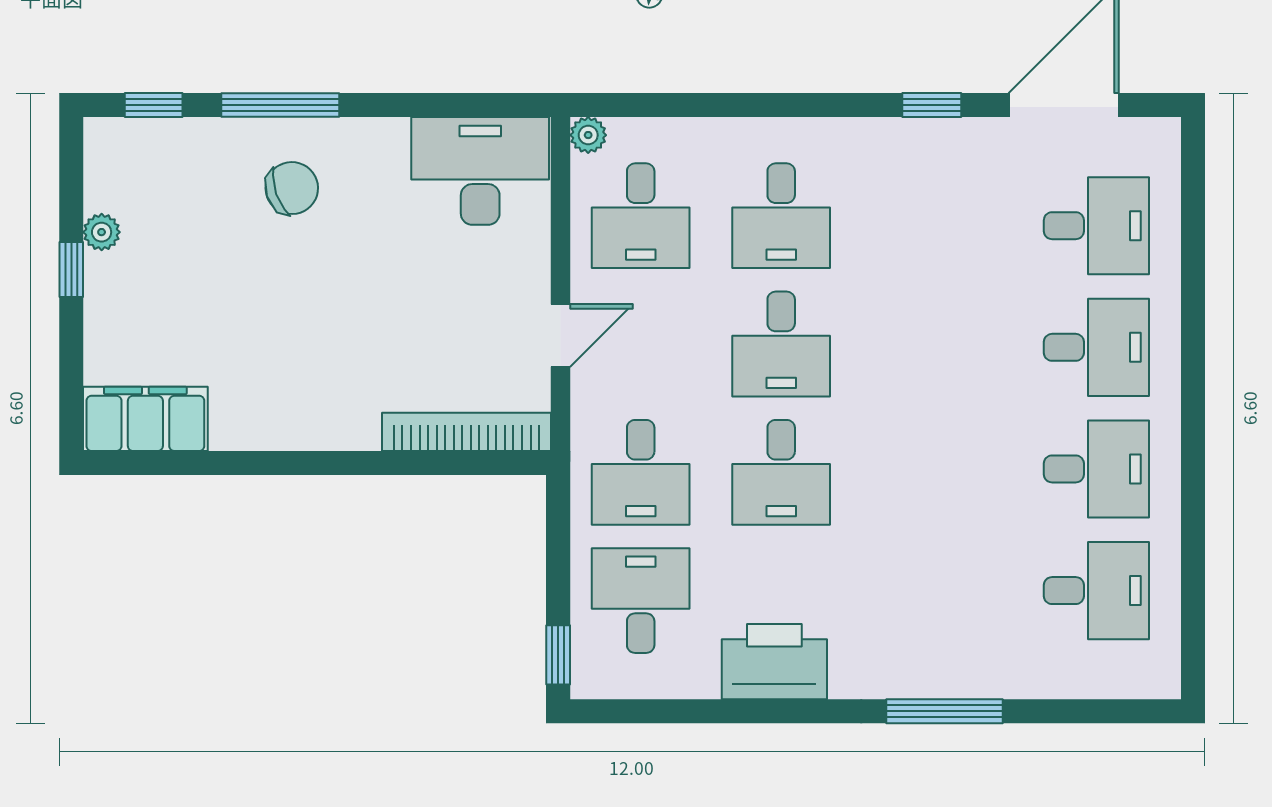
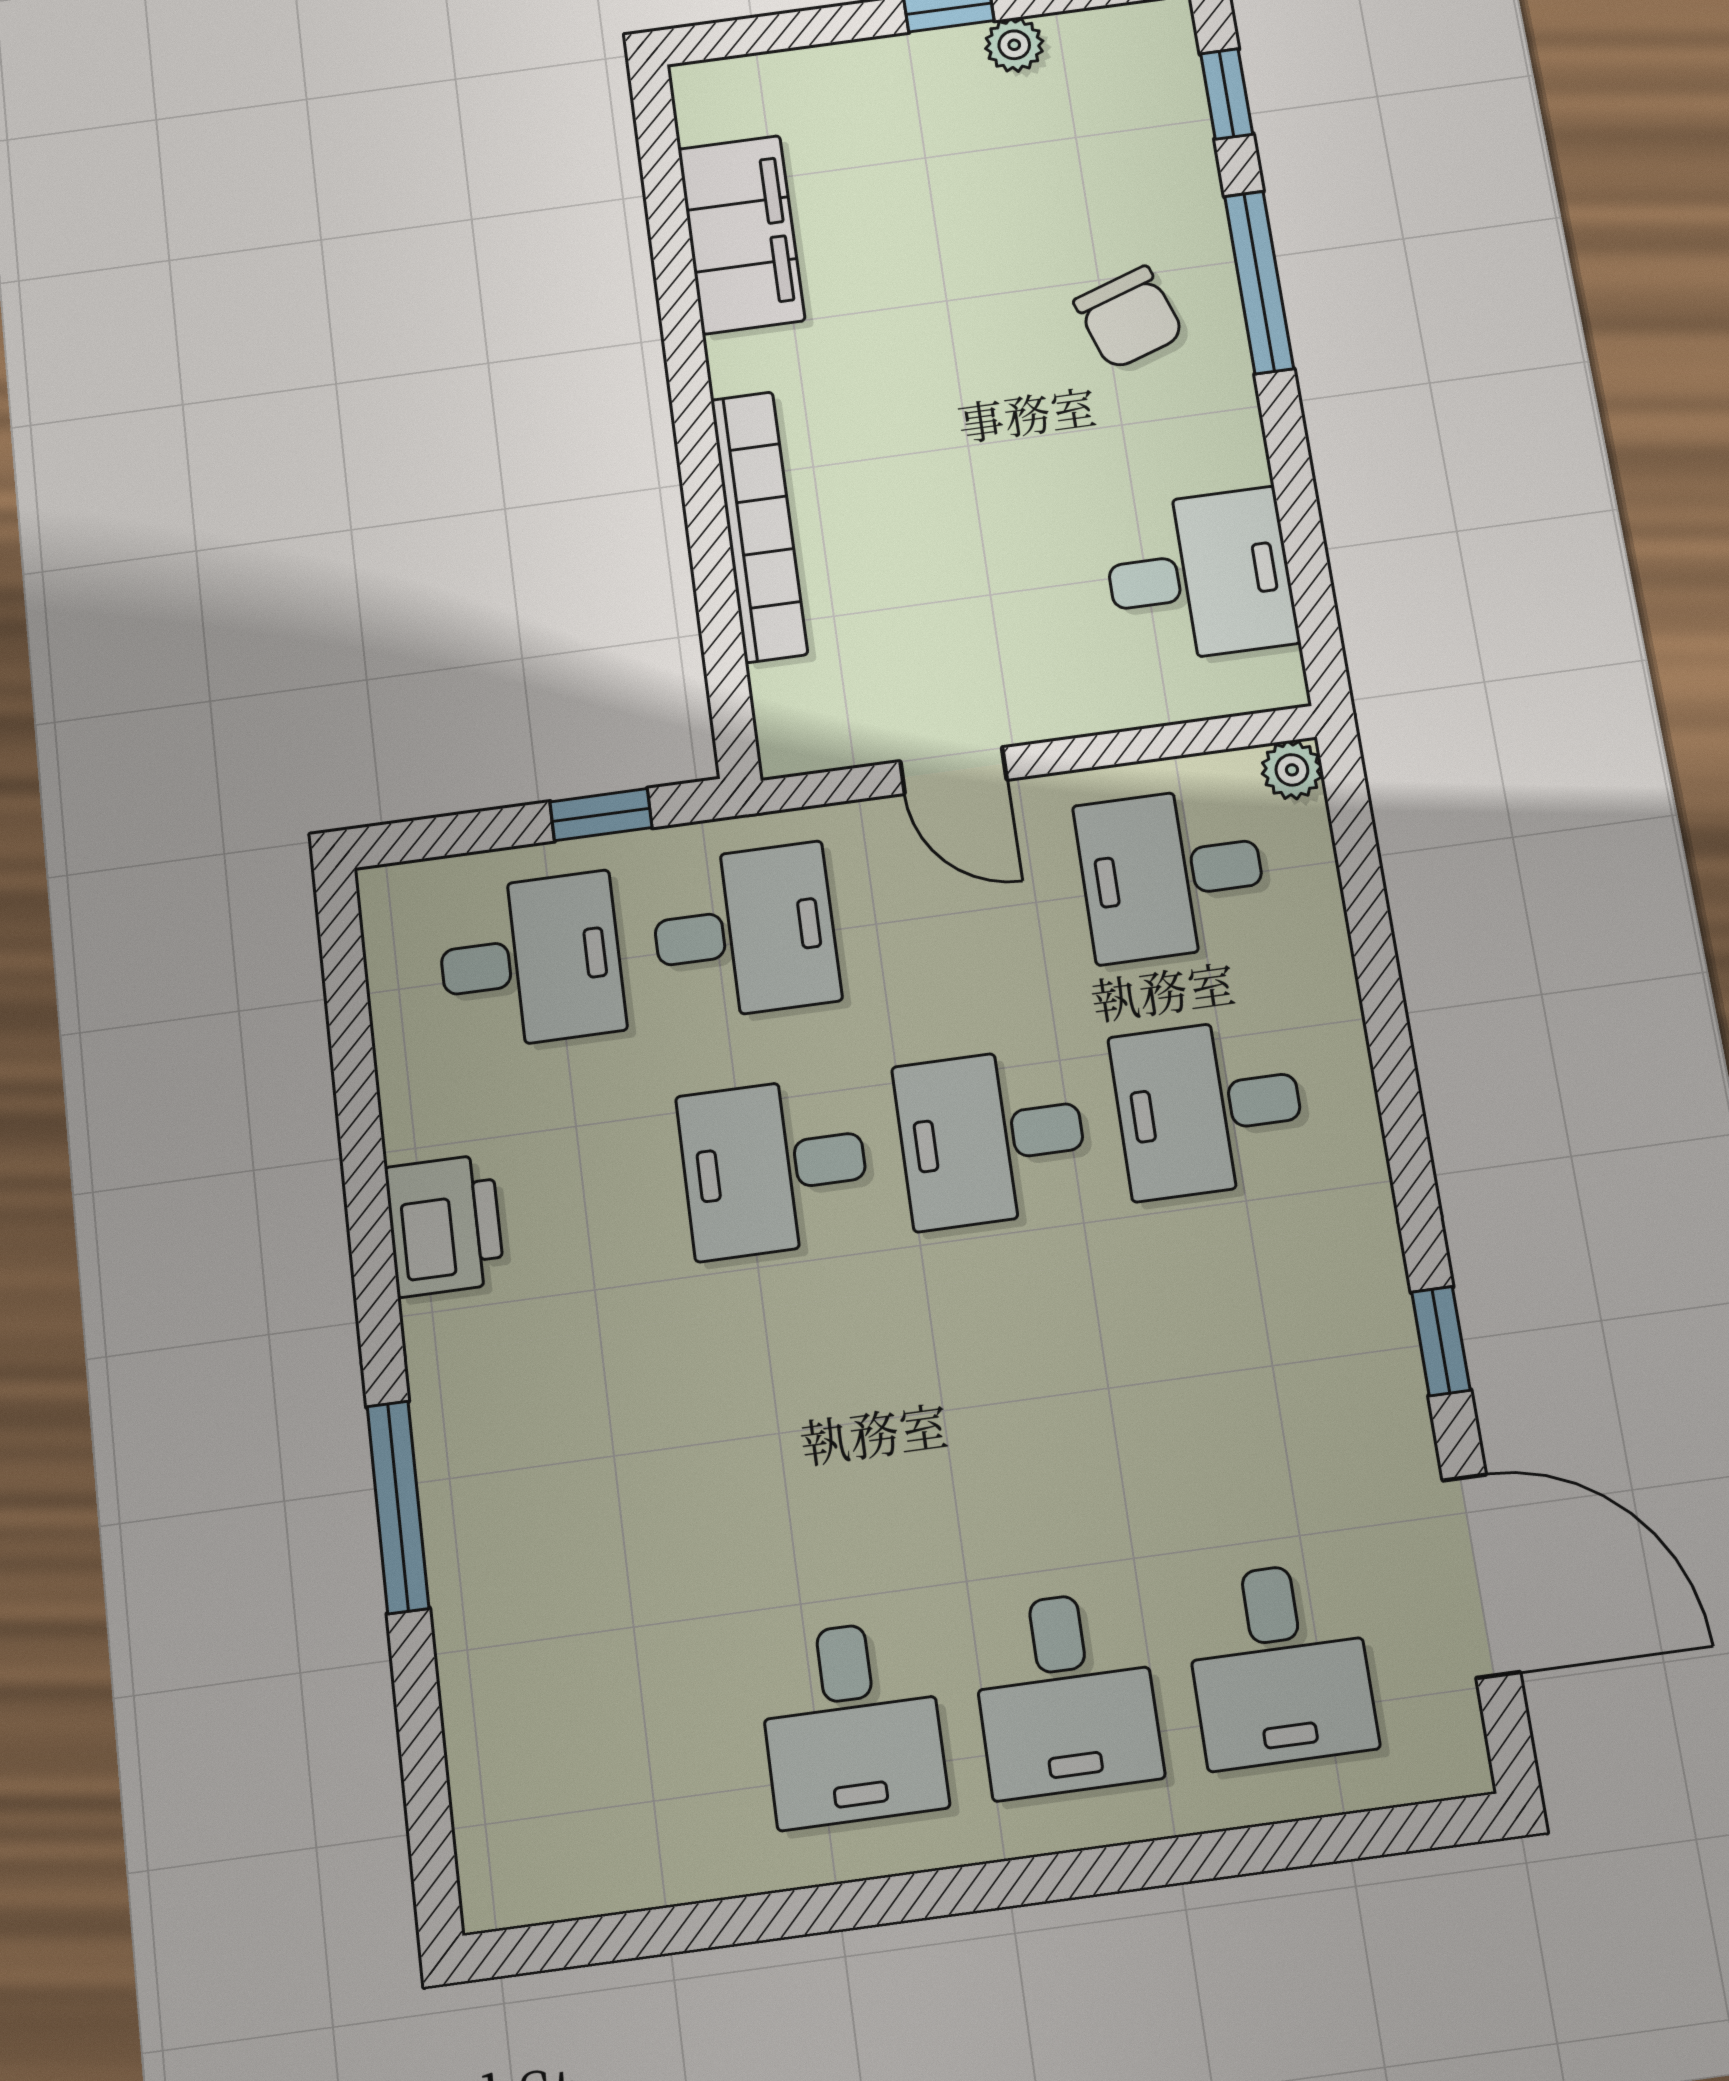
desk: (480, 171) -> (1199, 576), width x0.73
filing cabinet: (145, 419) -> (741, 234), moved
bookcase: (467, 432) -> (759, 526), moved
desk: (641, 472) -> (744, 932), turned 180
desk: (1096, 591) -> (638, 1752), removed
window: (558, 655) -> (601, 815), moved
printer: (774, 662) -> (444, 1225), width x0.73, depth x0.84

